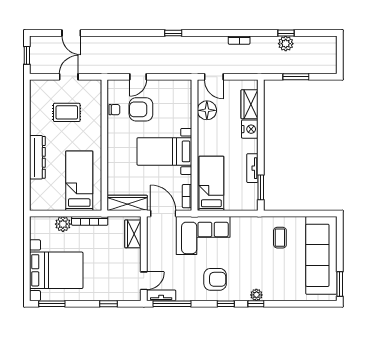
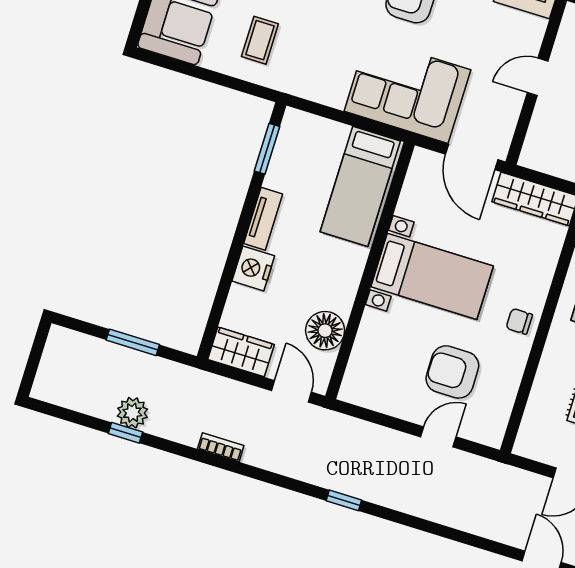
wardrobe: (250, 104) -> (241, 352), moved, turned -90
armchair: (141, 109) -> (452, 372), turned 180
chair: (114, 110) -> (519, 321), moved
tv unit: (252, 168) -> (263, 219), moved
bookcase: (187, 196) -> (415, 176), removed
wardrobe: (133, 234) -> (543, 136), removed
door: (144, 281) -> (538, 77), moved

